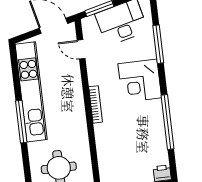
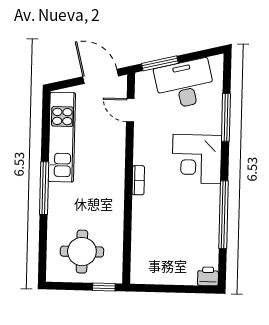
kitchen unit: (31, 92) -> (62, 137), width x0.73
bookcase: (96, 104) -> (138, 180), width x0.64

